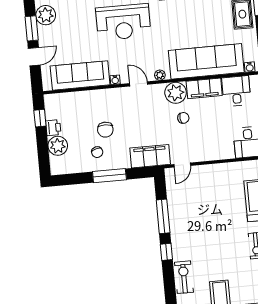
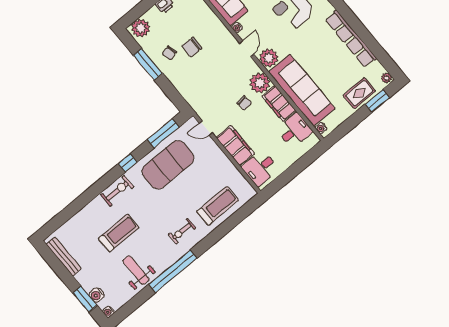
plant: (160, 75) -> (269, 58), width x1.88, depth x1.88
plant: (58, 146) -> (141, 28), moved
filing cabinet: (150, 156) -> (235, 146), moved
window: (109, 176) -> (148, 64), moved
window: (163, 216) -> (163, 133), moved
exercise mat: (191, 219) -> (168, 165), added

